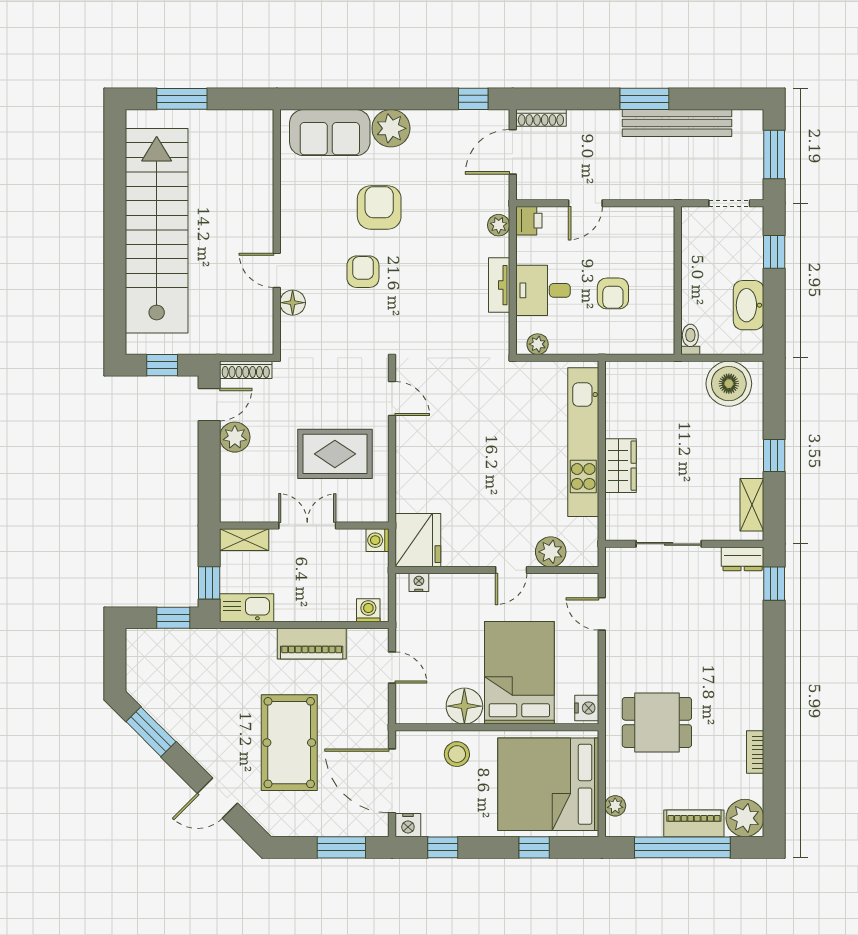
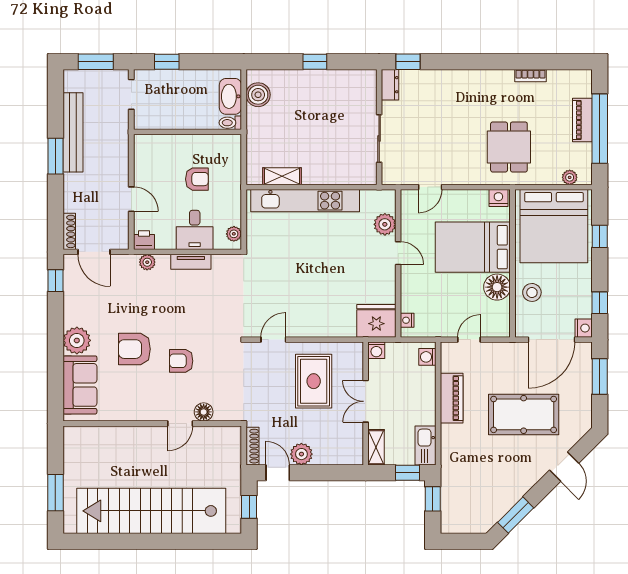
washbasin: (749, 305) -> (230, 96), moved, turned 90
boiler: (729, 384) -> (258, 95), width x0.73, depth x0.73
wardrobe: (621, 466) -> (322, 174), removed
shelving: (752, 505) -> (282, 176), moved
plant: (745, 818) -> (578, 83), removed

